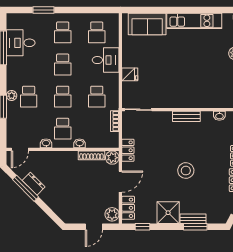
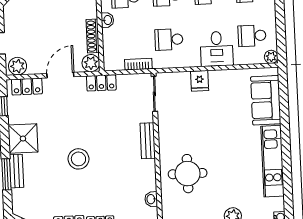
plant: (114, 18) -> (271, 57), added
round table: (201, 87) -> (188, 174), added
bench: (186, 116) -> (148, 141), moved
door: (120, 182) -> (60, 75), swing flipped

